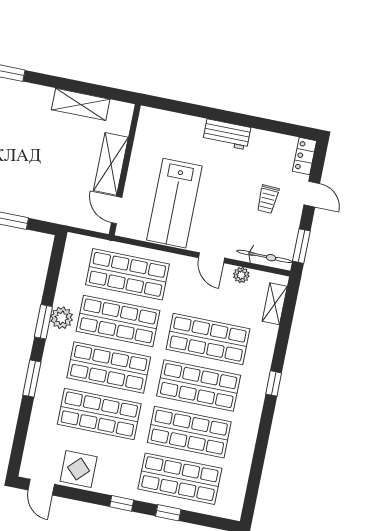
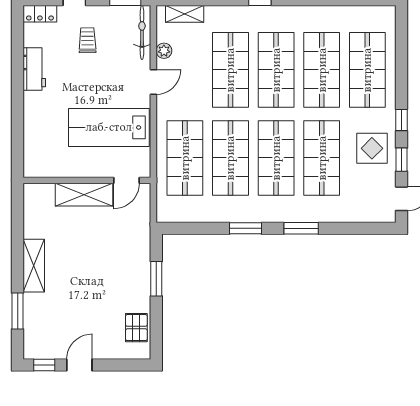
shelving: (81, 104) -> (34, 266), moved
workbench: (227, 134) -> (34, 69), moved
trolley: (268, 199) -> (87, 40), turned -94
lab bench: (174, 203) -> (109, 127), turned 180
plant: (62, 318) -> (238, 212), removed
display table: (79, 469) -> (372, 148), moved
window: (168, 513) -> (402, 160), moved

